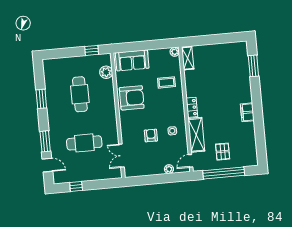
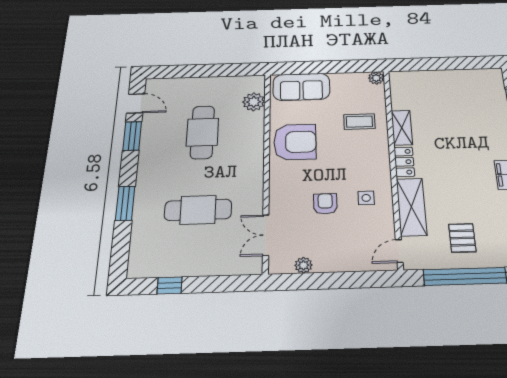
window: (92, 50) -> (233, 70), removed
shelving: (188, 58) -> (402, 128), moved
door: (47, 165) -> (136, 103), moved
plant: (169, 169) -> (303, 265), moved

